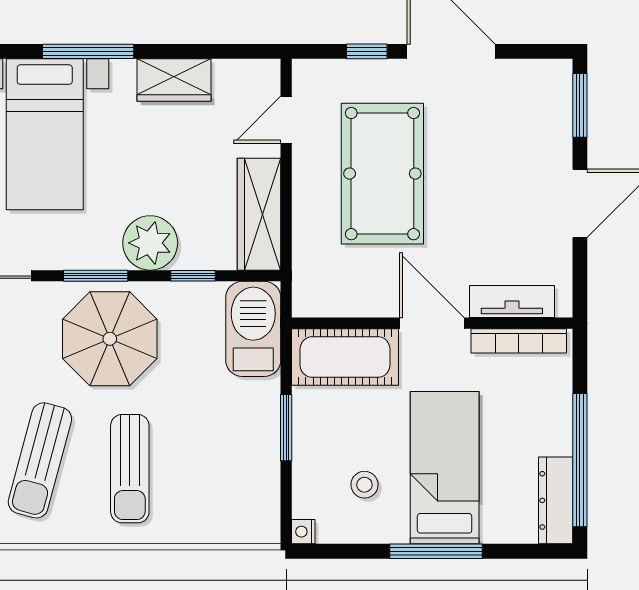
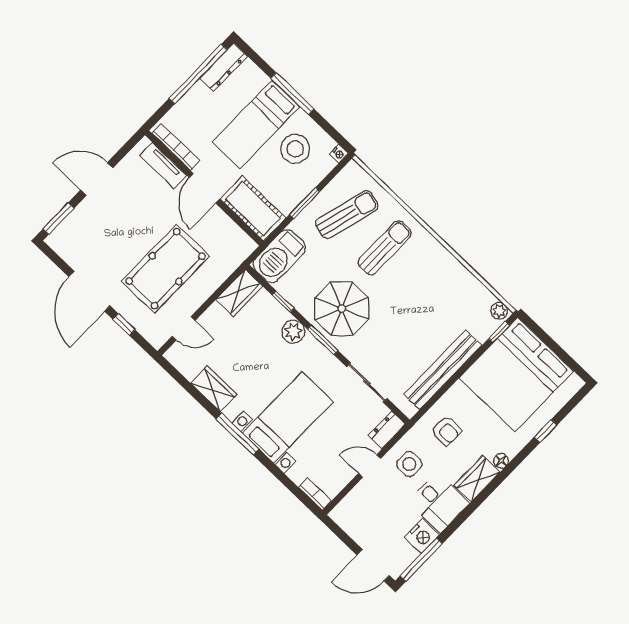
wardrobe: (259, 214) -> (239, 293), width x0.67
plant: (150, 243) -> (293, 332), width x0.73, depth x0.73
sun lounger: (40, 460) -> (347, 215), moved
stool: (364, 485) -> (295, 149), width x1.89, depth x1.89

